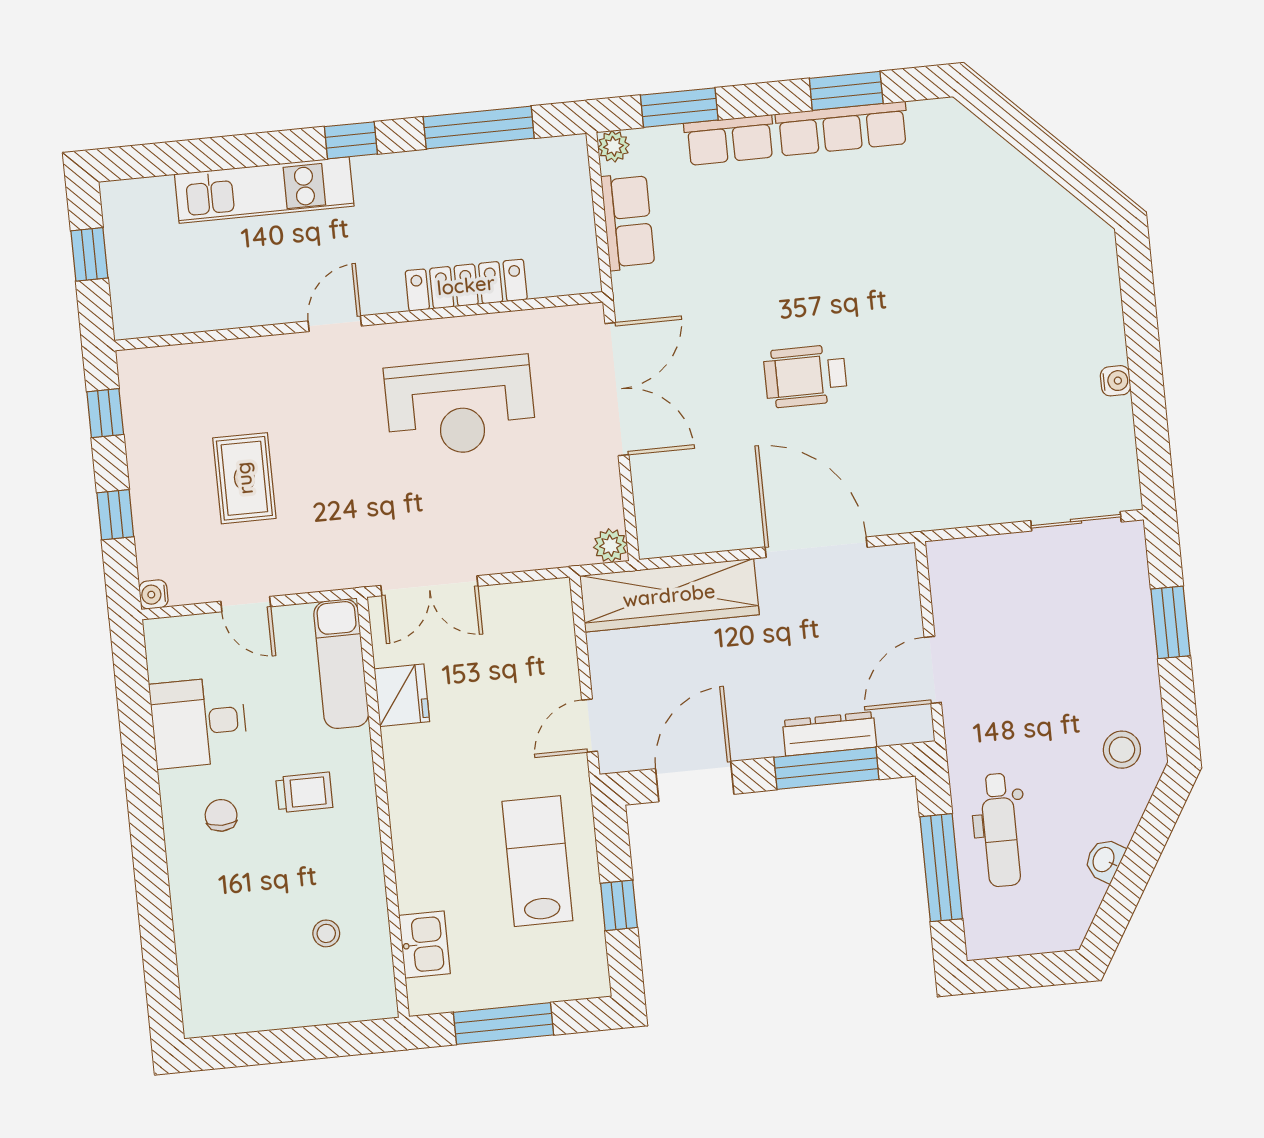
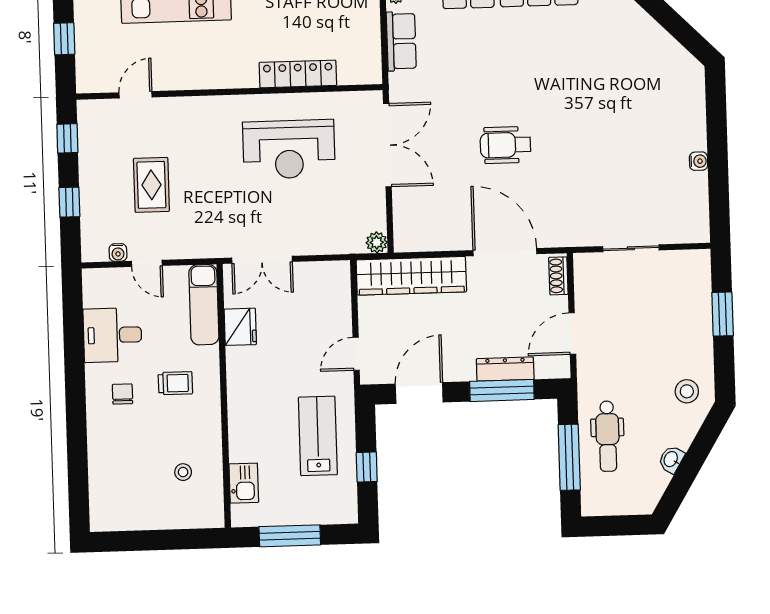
door: (335, 324) -> (135, 95), moved
sliding door: (1076, 521) -> (631, 248), moved
shoe rack: (904, 579) -> (558, 276), added
water cooler: (154, 594) -> (118, 253), moved, turned -90

